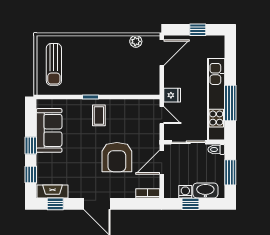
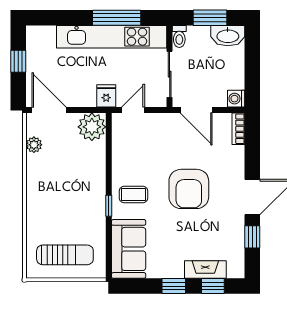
plant: (149, 85) -> (92, 127), added
sofa: (49, 130) -> (129, 249), moved, turned 90
armchair: (117, 157) -> (189, 189), moved, turned 90
washbasin: (205, 191) -> (228, 36), moved, turned -90
fireplace: (52, 192) -> (205, 270), moved, turned 90
washing machine: (185, 192) -> (236, 99), moved
window: (55, 204) -> (252, 237), moved
window: (191, 204) -> (252, 71), removed

